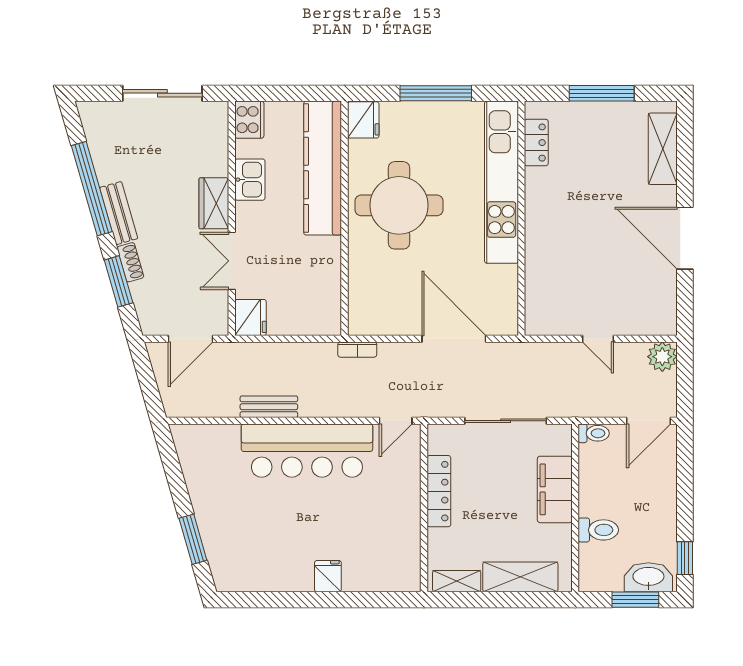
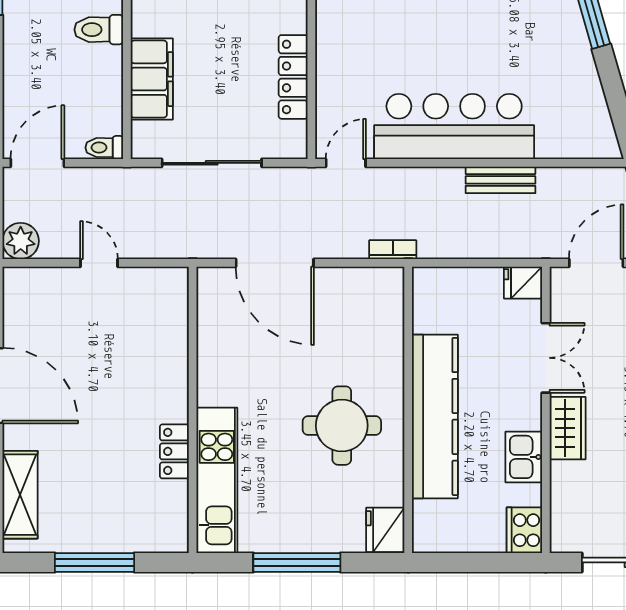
locker: (536, 143) -> (174, 451), moved
kitchen counter: (323, 168) -> (435, 416), moved
kitchen unit: (501, 182) -> (217, 480), width x0.73
round table: (399, 205) -> (342, 426), width x0.73, depth x0.73
fridge: (250, 317) -> (523, 283), width x0.72

